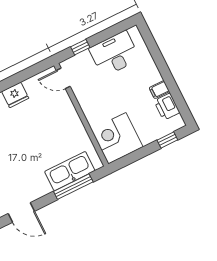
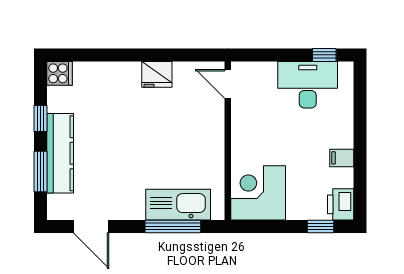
window: (80, 47) -> (324, 55), moved
printer: (167, 107) -> (341, 204), moved

